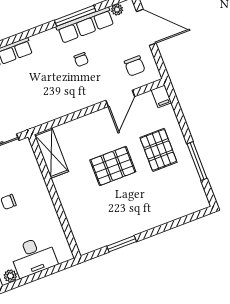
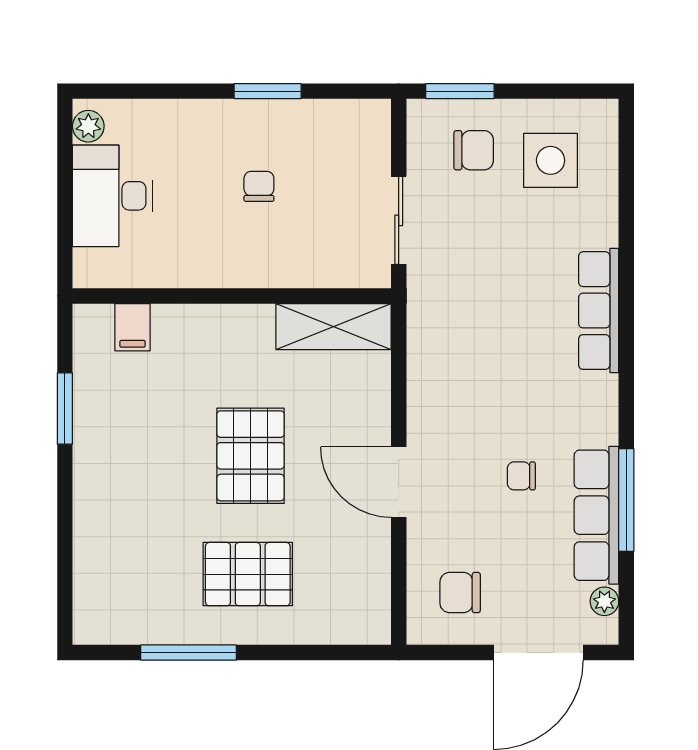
filing cabinet: (161, 96) -> (132, 327), moved, turned -90
door: (120, 98) -> (399, 482), moved

